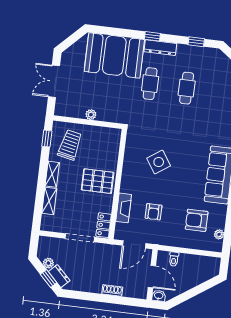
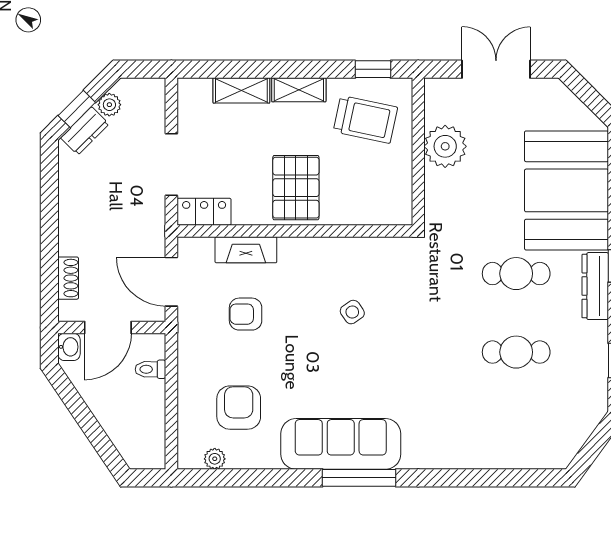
plant: (91, 115) -> (445, 146), width x1.87, depth x1.87
side table: (159, 162) -> (352, 312), width x0.54, depth x0.54
shoe rack: (112, 290) -> (68, 278), moved

